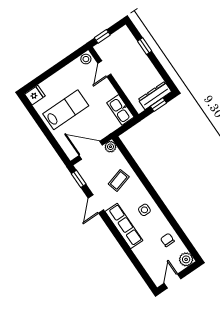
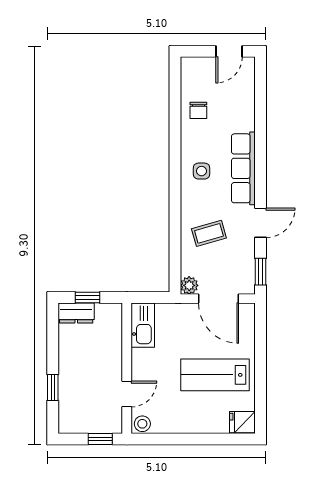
dresser: (155, 95) -> (76, 313), width x0.70
plant: (186, 259) -> (191, 68), removed

